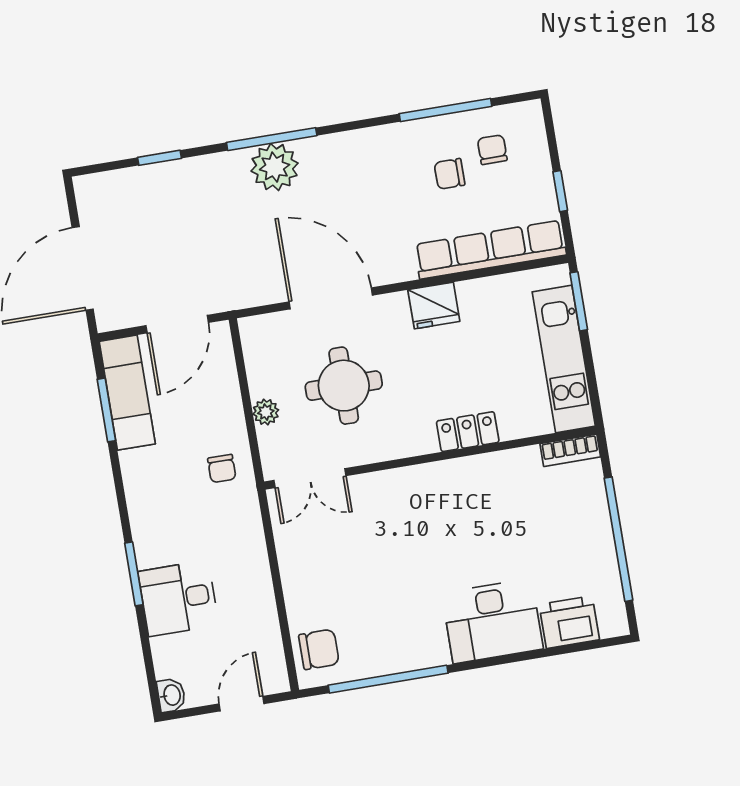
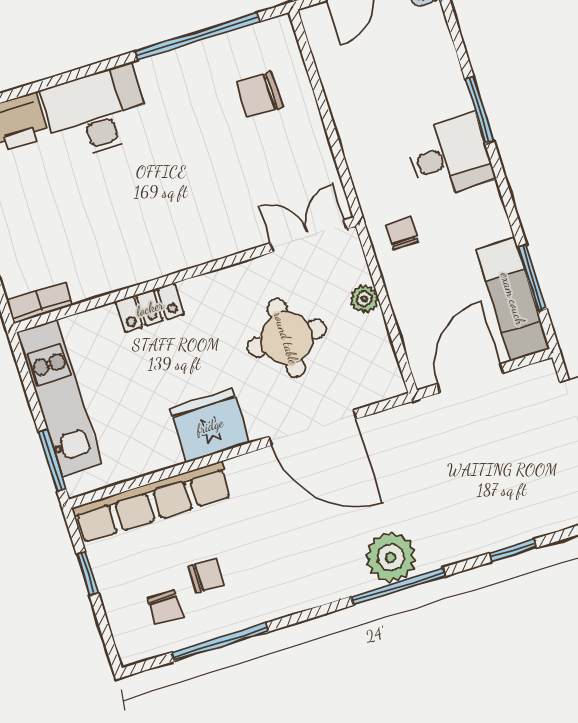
fridge: (434, 306) -> (210, 426), width x1.36, depth x1.34
desk: (178, 598) -> (450, 157), moved
chair: (319, 649) -> (259, 95), moved

